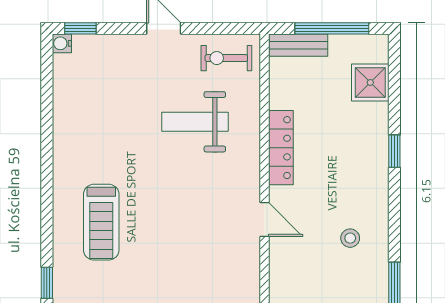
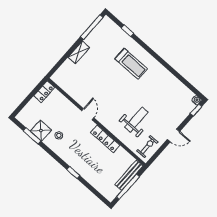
bench: (298, 45) -> (129, 175), width x1.36
shower: (370, 82) -> (41, 131), moved
door: (264, 219) -> (88, 114), swing flipped
treadmill: (101, 222) -> (131, 64), turned 180

